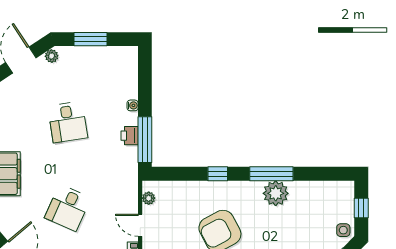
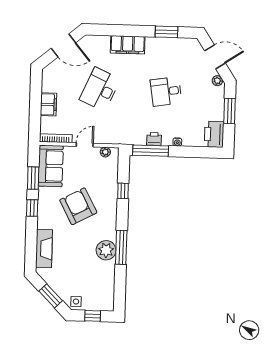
printer: (121, 58) -> (214, 134), added
window: (218, 174) -> (123, 191), moved
desk: (68, 208) -> (100, 89), width x1.37

